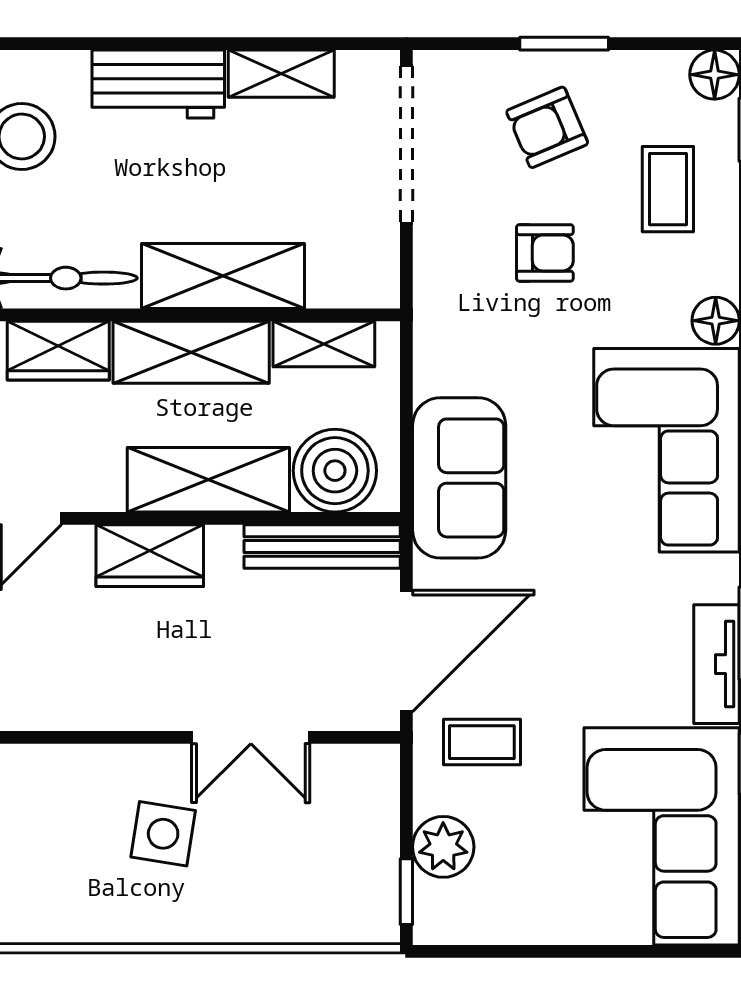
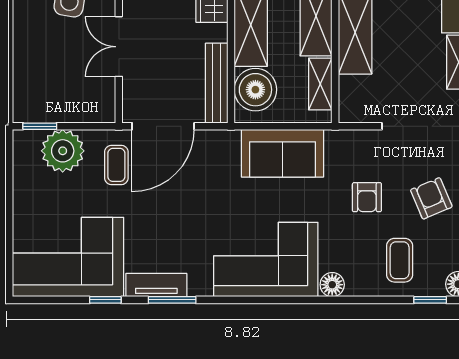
coffee table: (668, 189) -> (400, 260), turned 90
sofa: (459, 478) -> (282, 153), moved
door: (406, 651) -> (163, 126), hinge flipped
plant: (443, 847) -> (63, 151), width x1.36, depth x1.36

